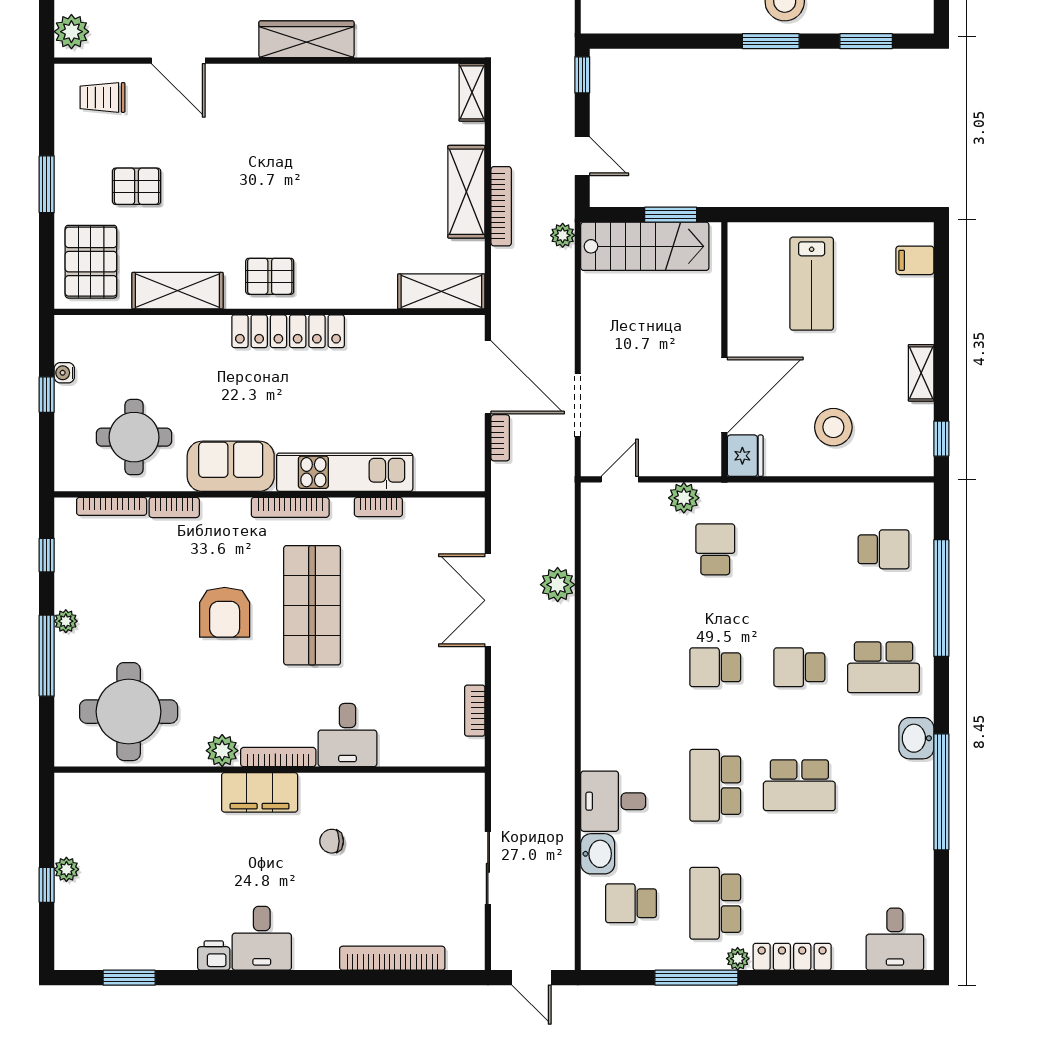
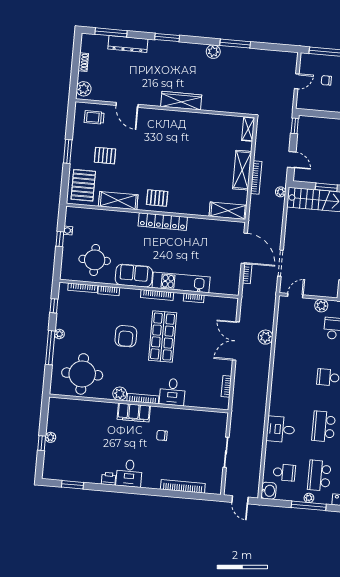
washbasin: (598, 854) -> (269, 491), moved
school desk: (631, 903) -> (284, 472), turned 180
plant: (738, 959) -> (309, 498), moved

